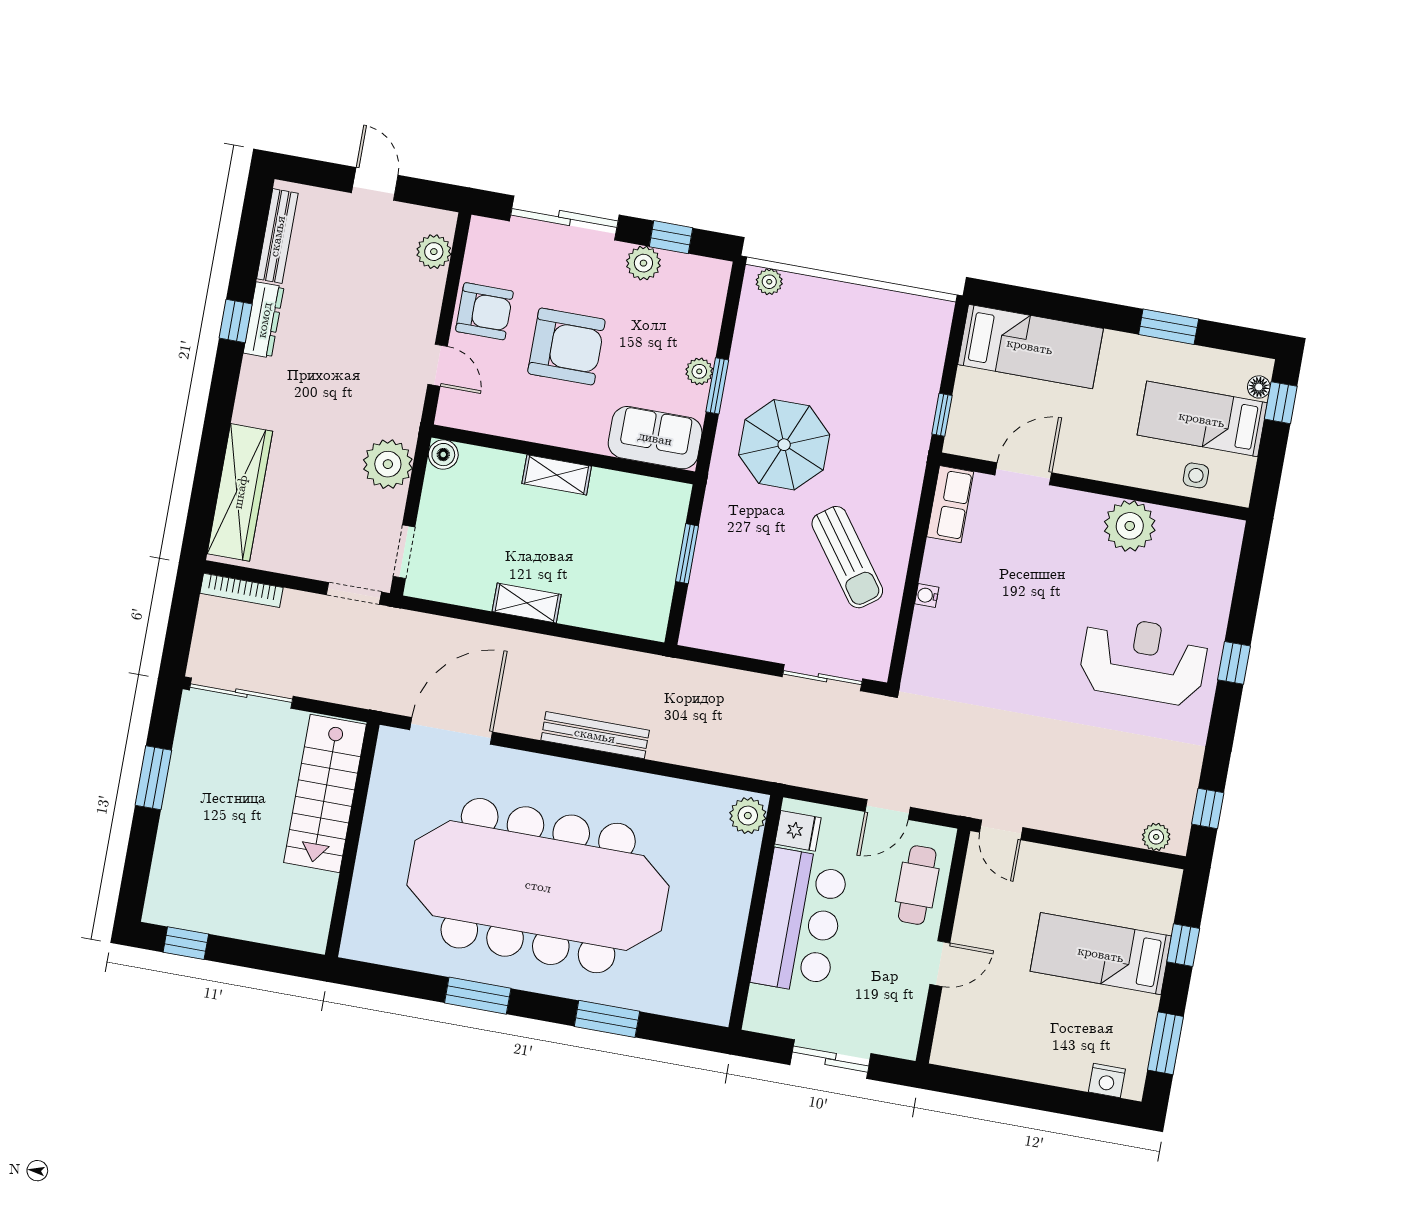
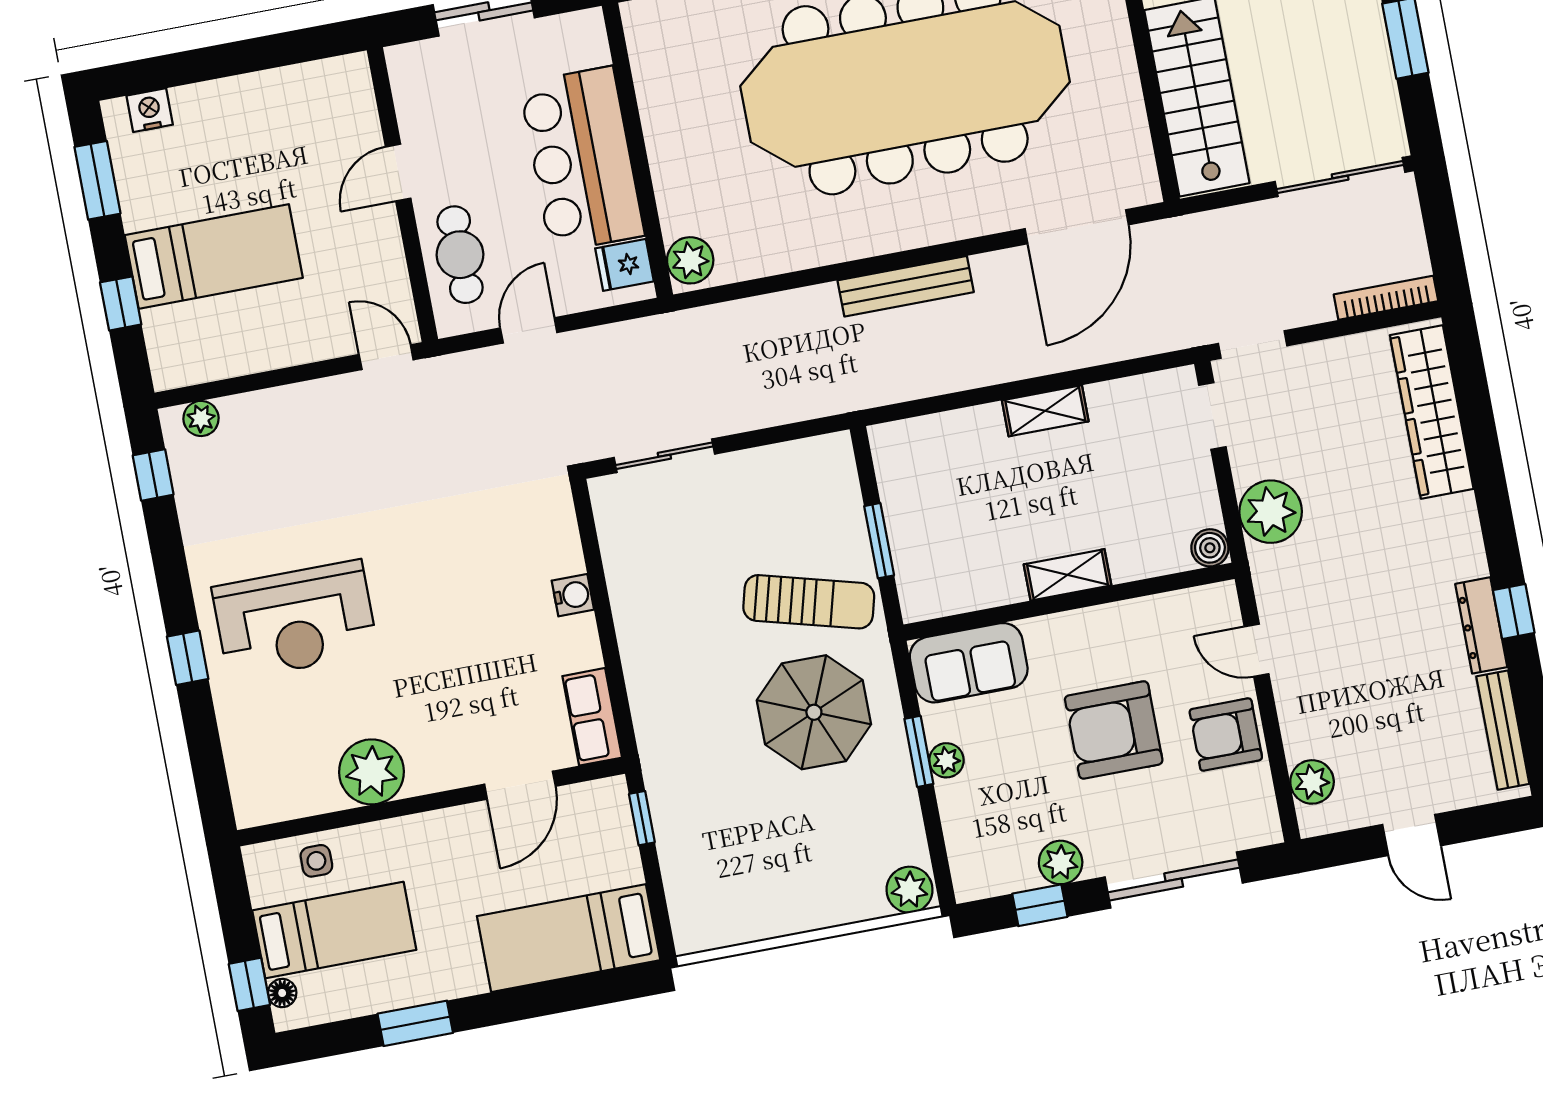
plant: (769, 282) -> (909, 890), width x1.38, depth x1.38
sun lounger: (847, 557) -> (809, 602), moved, turned 141
water cooler: (927, 595) -> (573, 595), width x1.38, depth x1.38

